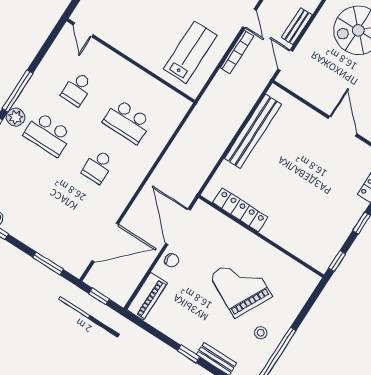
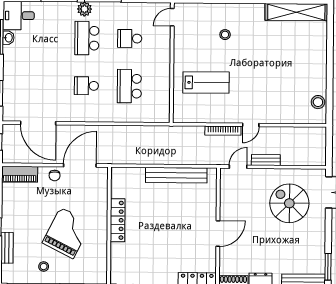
lab bench: (190, 52) -> (206, 82), moved
locker: (240, 210) -> (118, 220), moved

